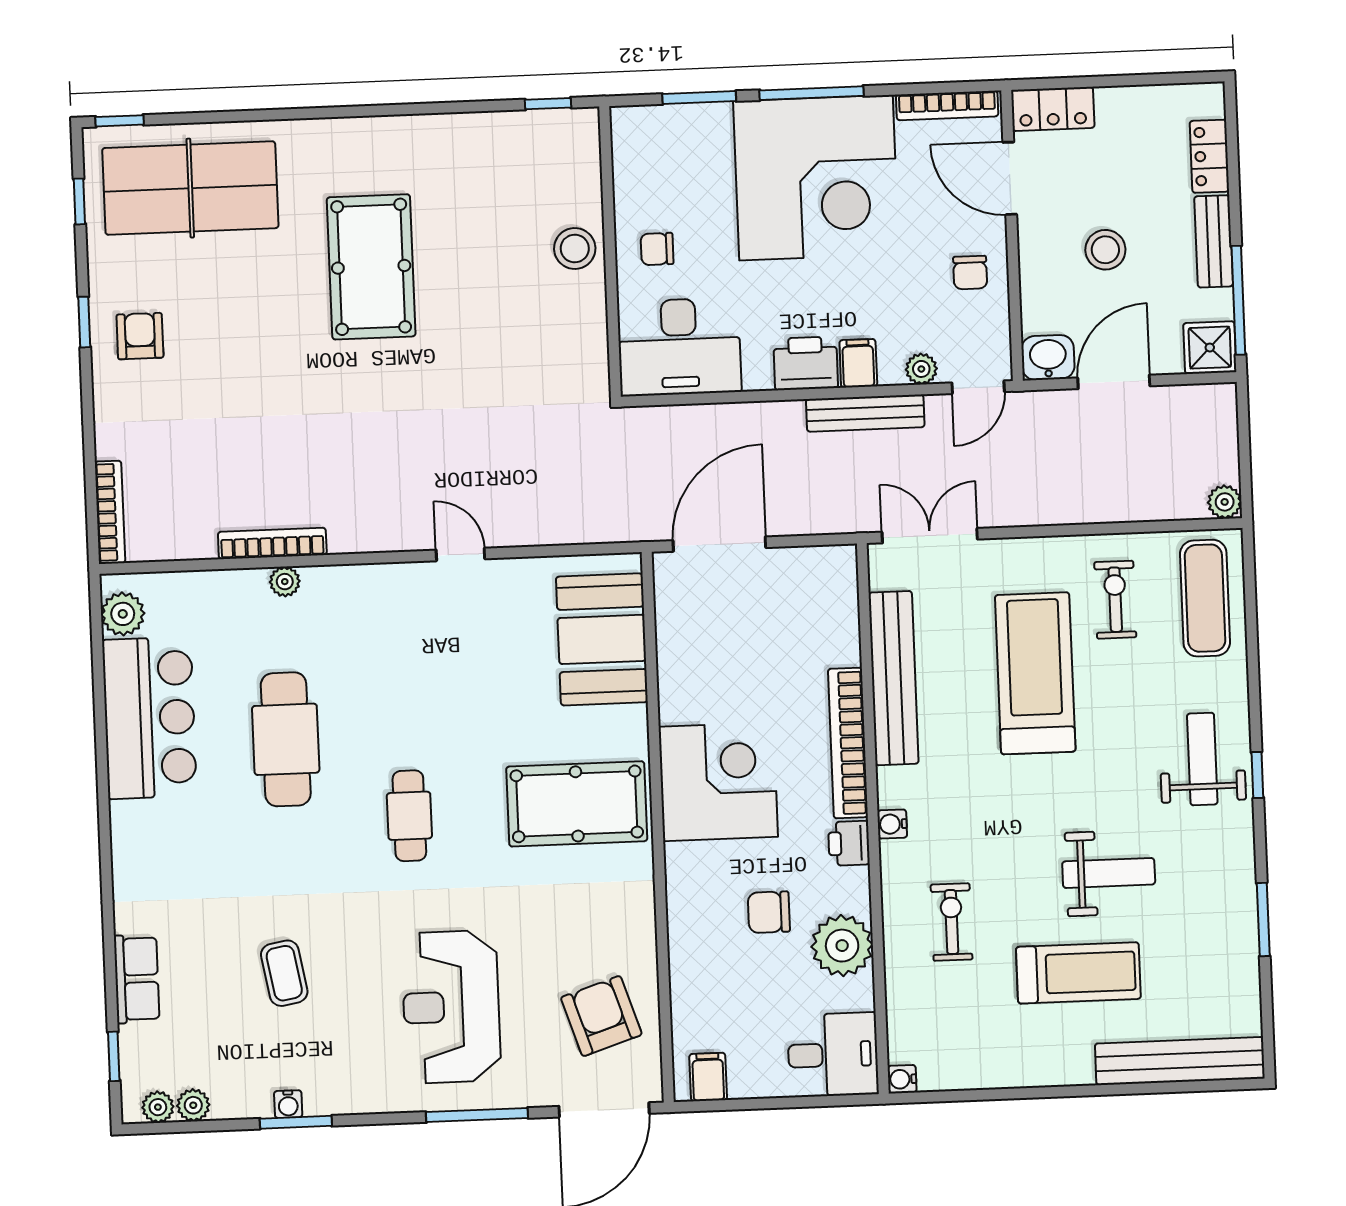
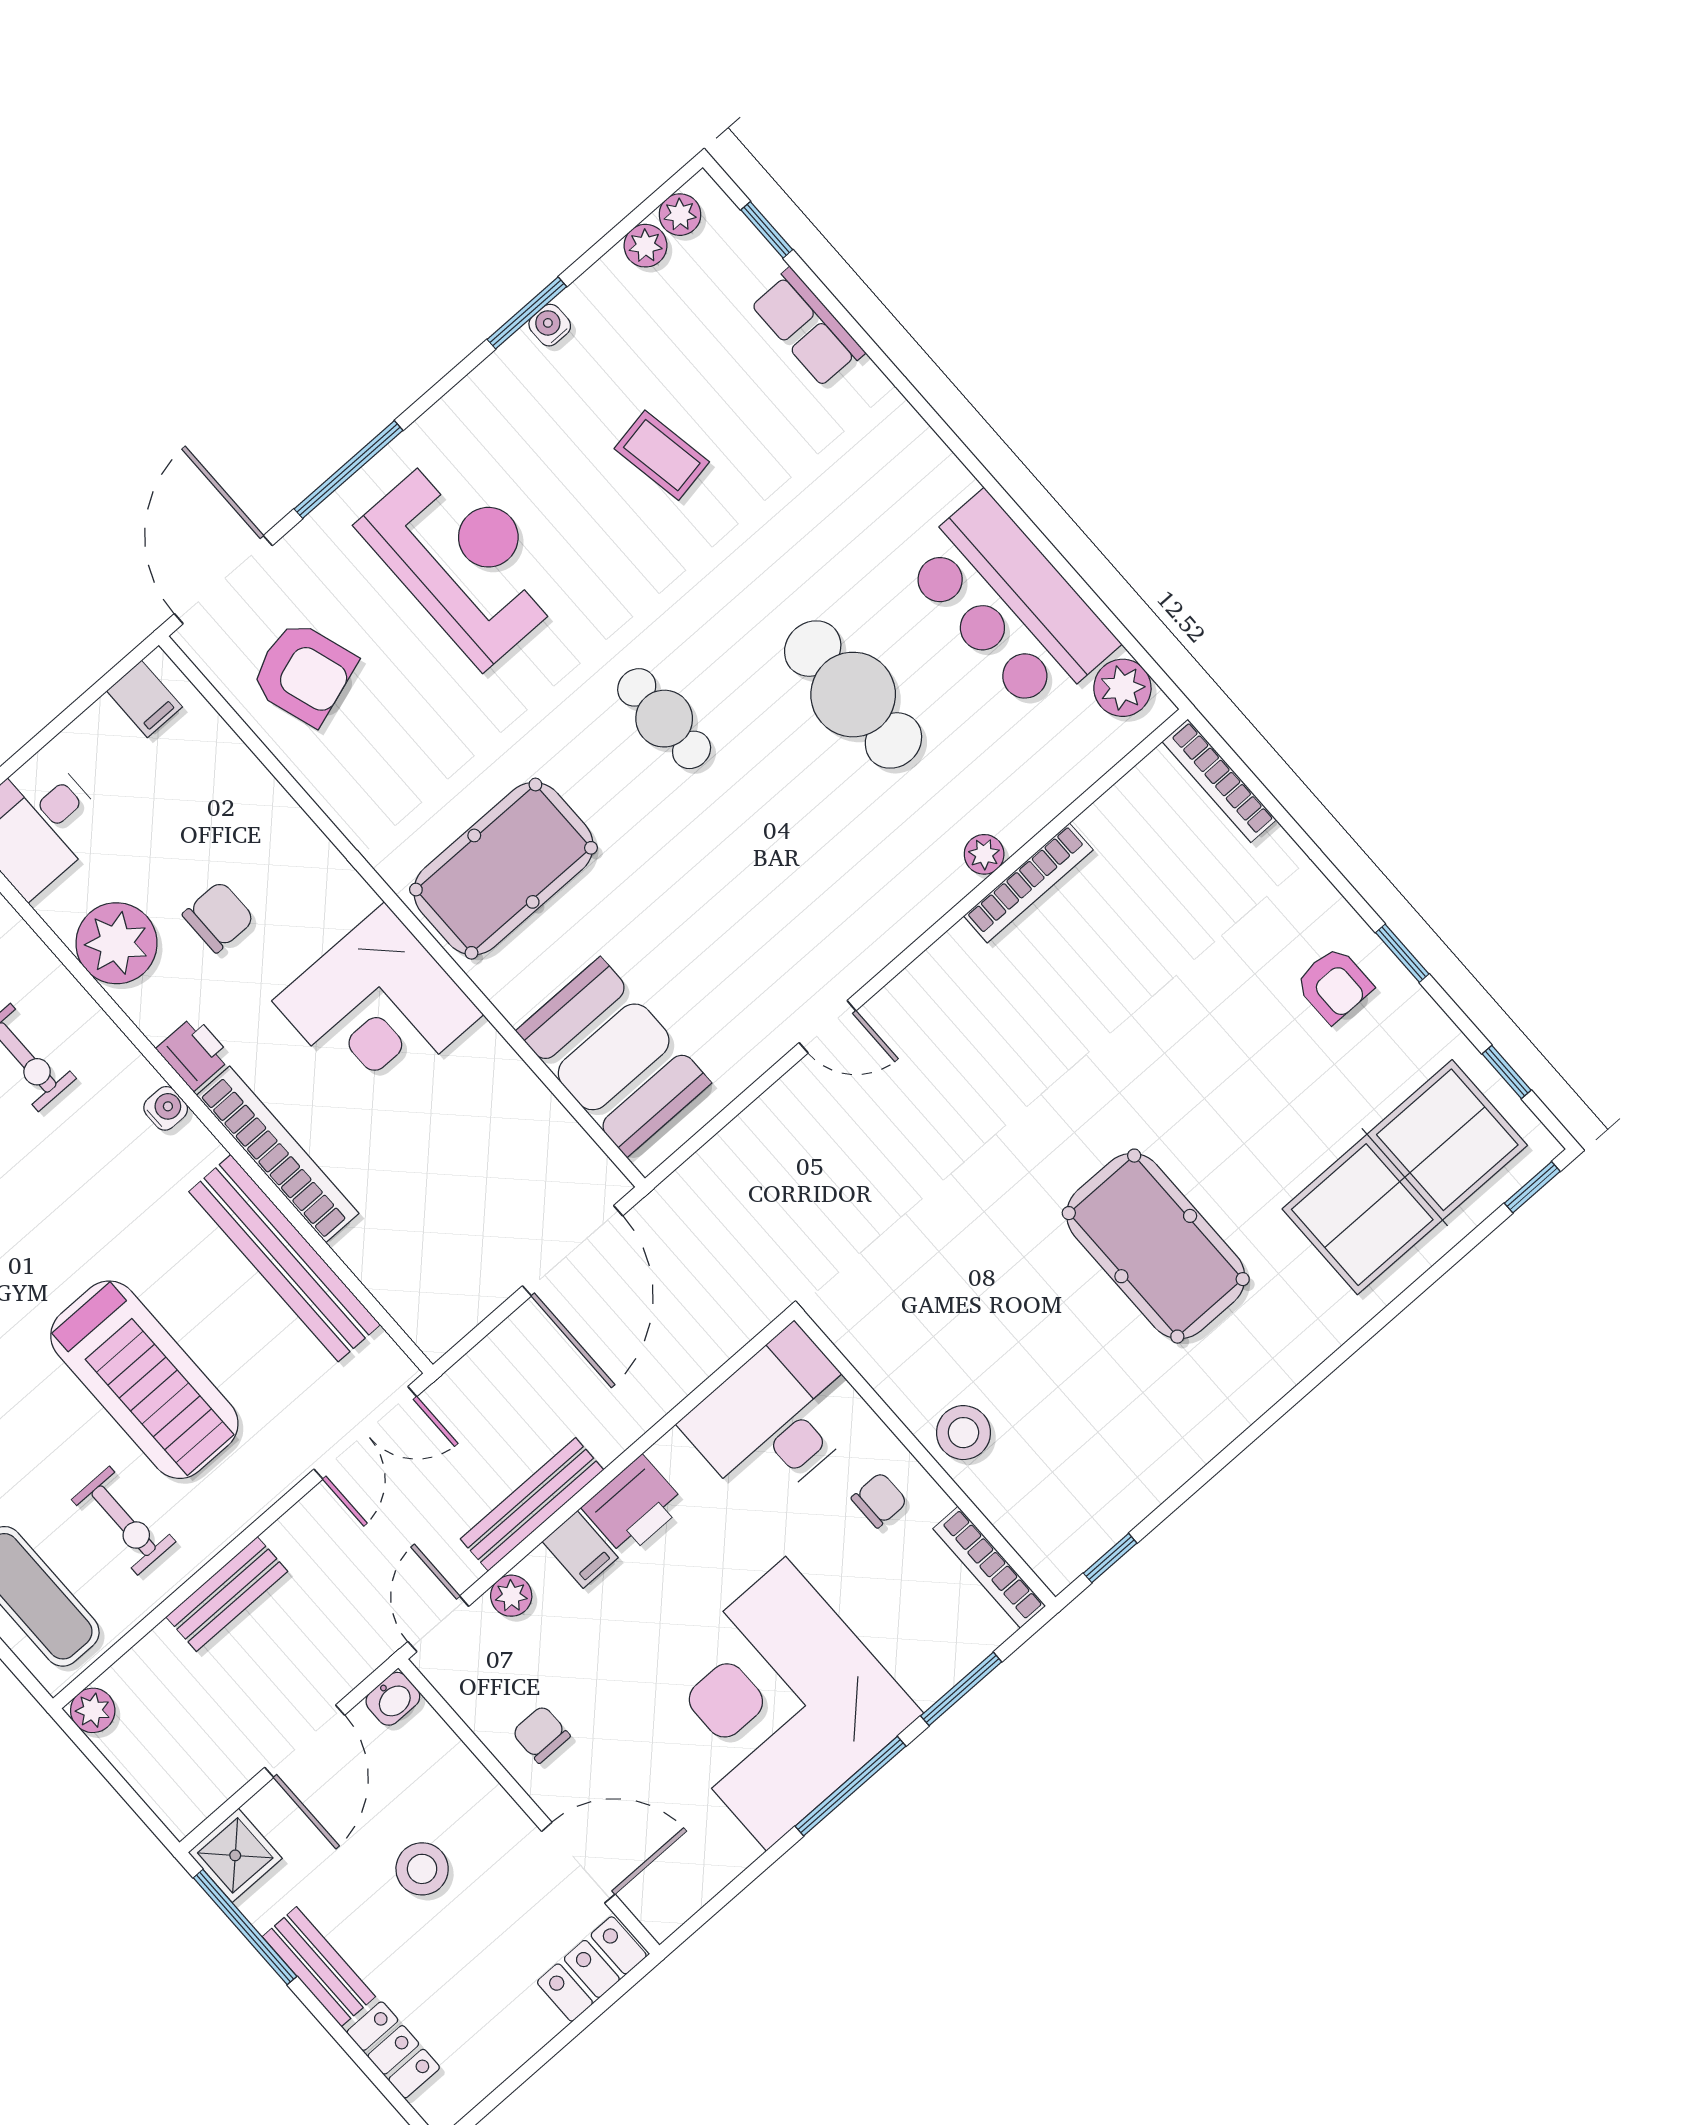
bookcase: (947, 105) -> (989, 1567), moved, turned -90
washbasin: (1048, 358) -> (393, 1699), width x0.72, depth x0.69
bench: (1089, 507) -> (227, 1594), added

